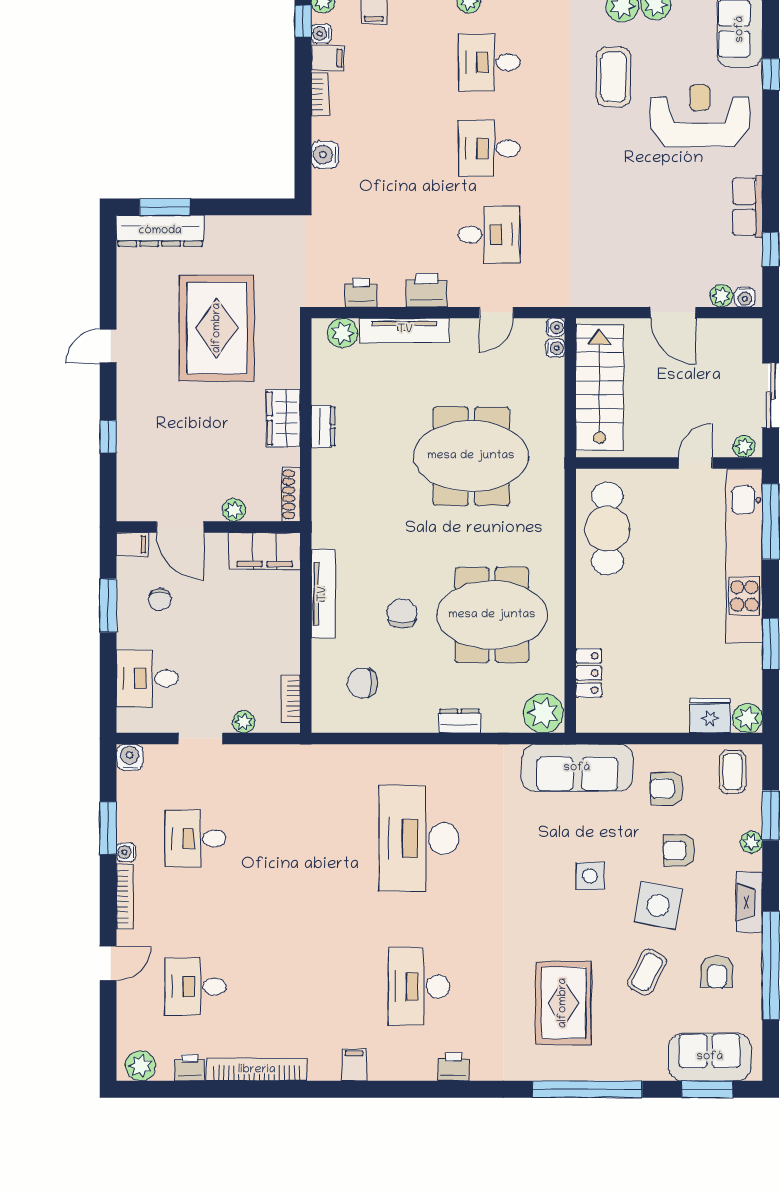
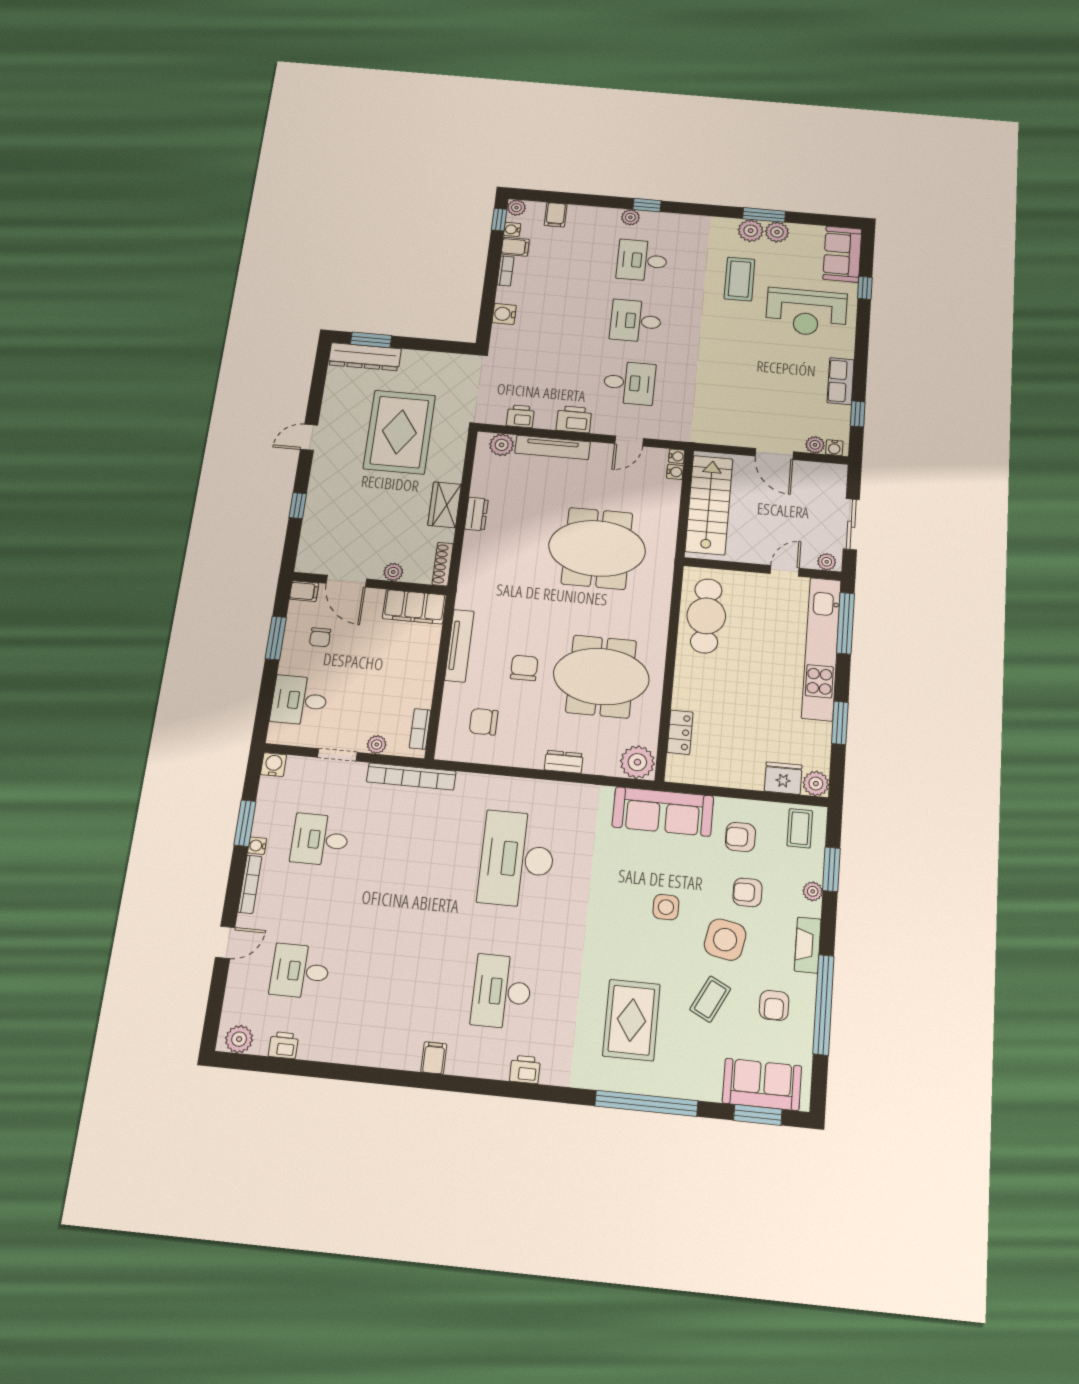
reception desk: (700, 116) -> (806, 312), turned 180
bookcase: (257, 1070) -> (411, 776), moved, turned 180

